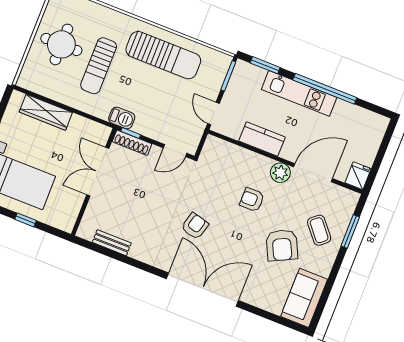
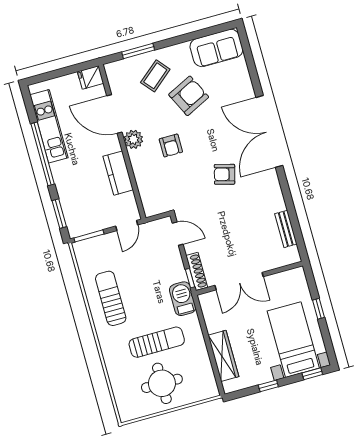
sun lounger: (163, 55) -> (111, 298), width x0.73, depth x0.75
kitchen unit: (299, 93) -> (49, 126), moved
barbecue: (122, 118) -> (183, 299), width x1.38, depth x1.27

